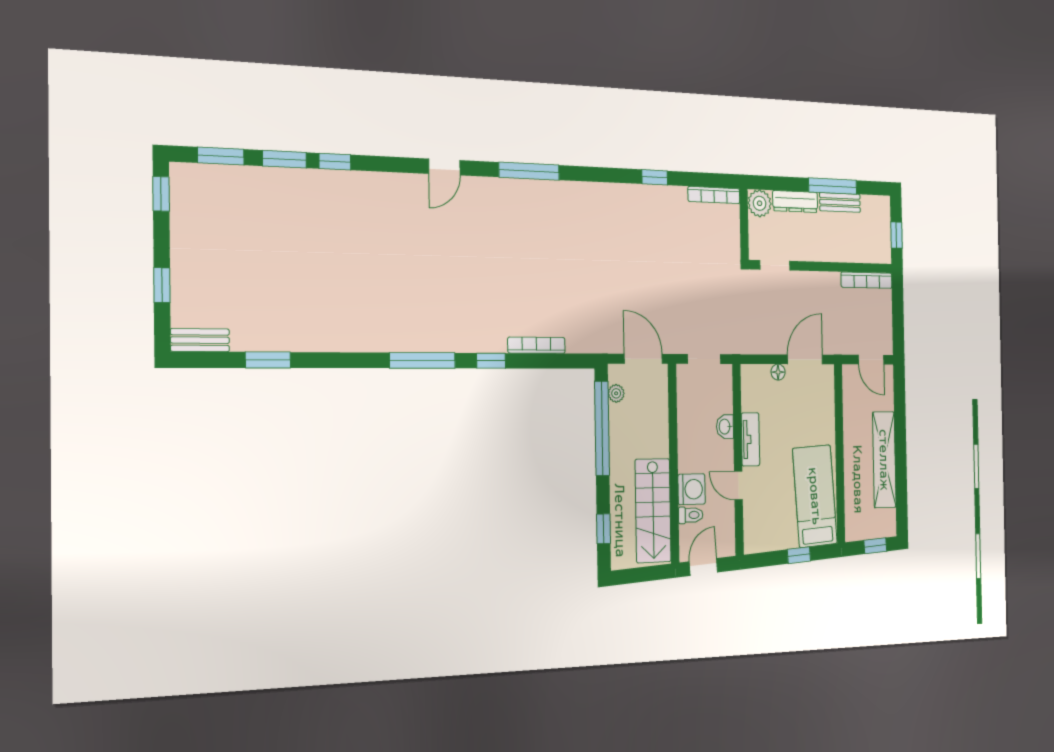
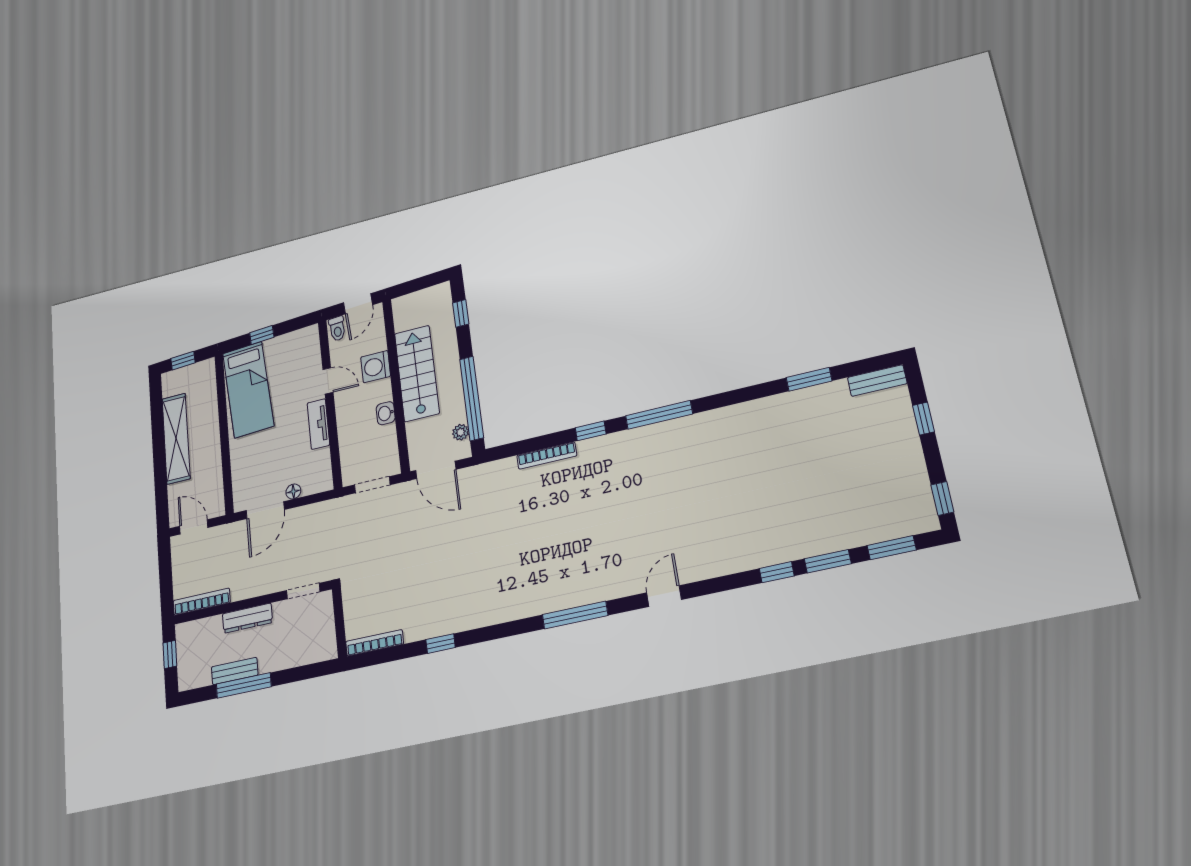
dresser: (795, 201) -> (247, 618), moved, turned 180
plant: (760, 203) -> (324, 647), removed
washbasin: (725, 427) -> (386, 413), moved, turned 180
stairs: (653, 511) -> (417, 373), moved
toilet: (691, 515) -> (337, 329), moved, turned -94

